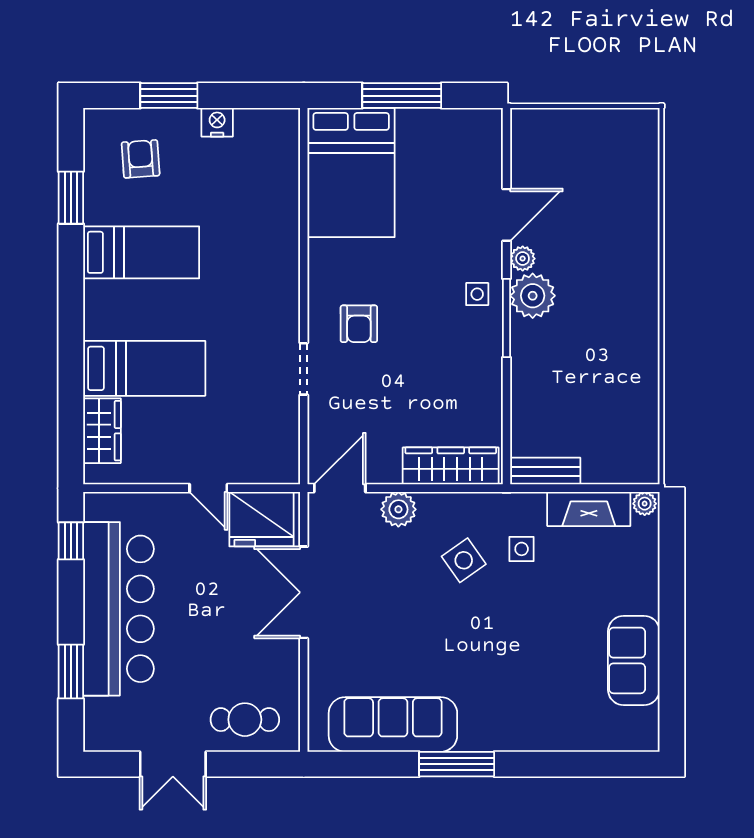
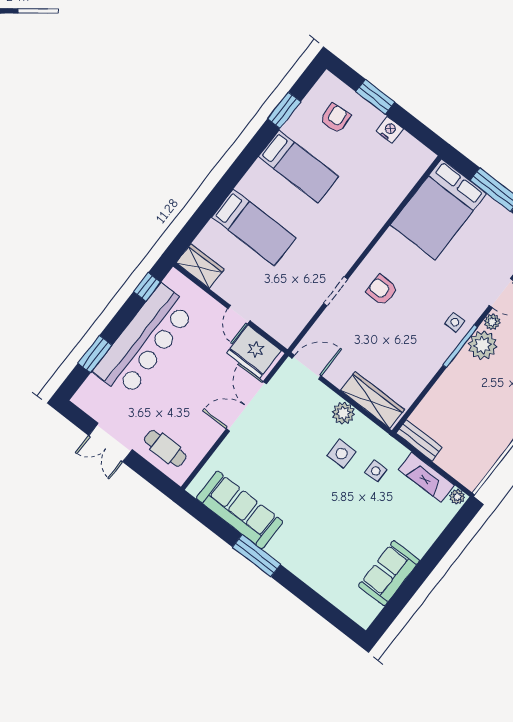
armchair: (359, 324) -> (382, 290), turned 90
wardrobe: (102, 431) -> (200, 266), moved, turned -90
plant: (398, 509) -> (343, 413), moved
side table: (464, 560) -> (342, 454), turned 35

